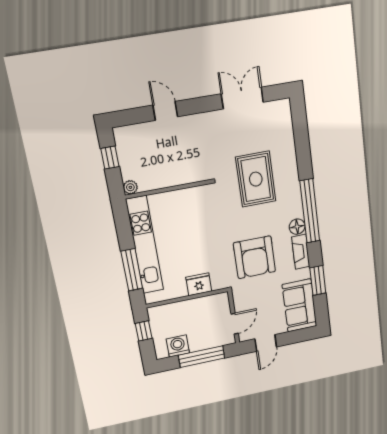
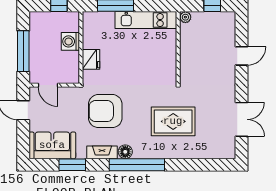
kitchen unit: (145, 245) -> (146, 20), width x0.73
washing machine: (178, 346) -> (70, 41), moved, turned 180

